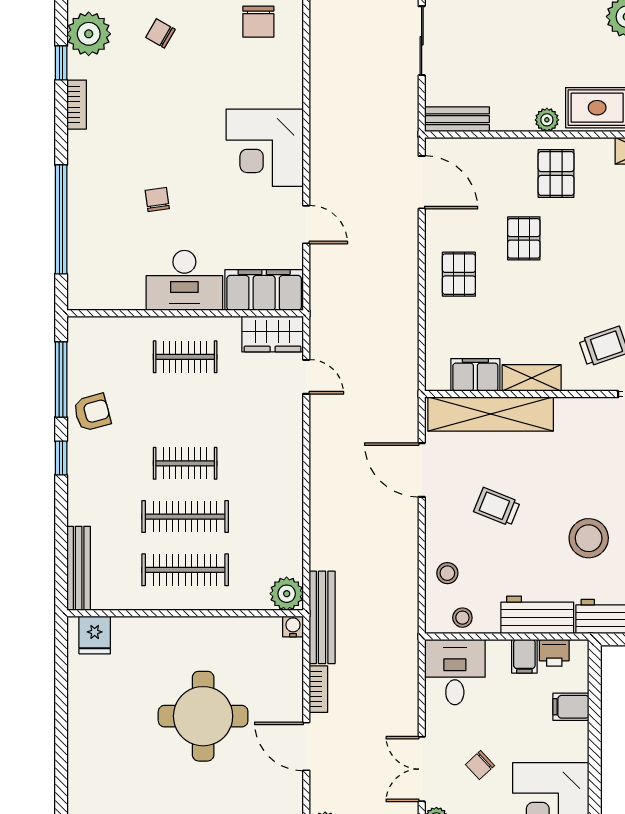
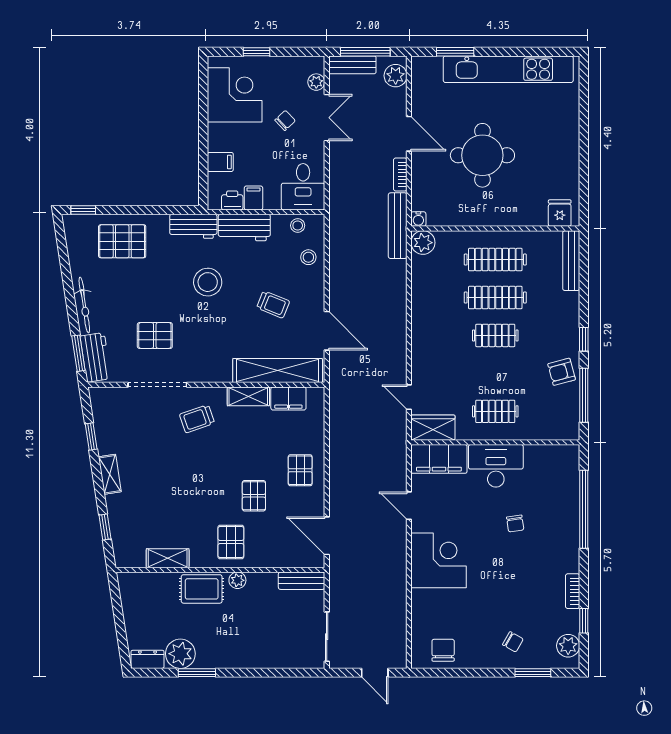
plant: (89, 34) -> (568, 646), width x0.73, depth x0.73

